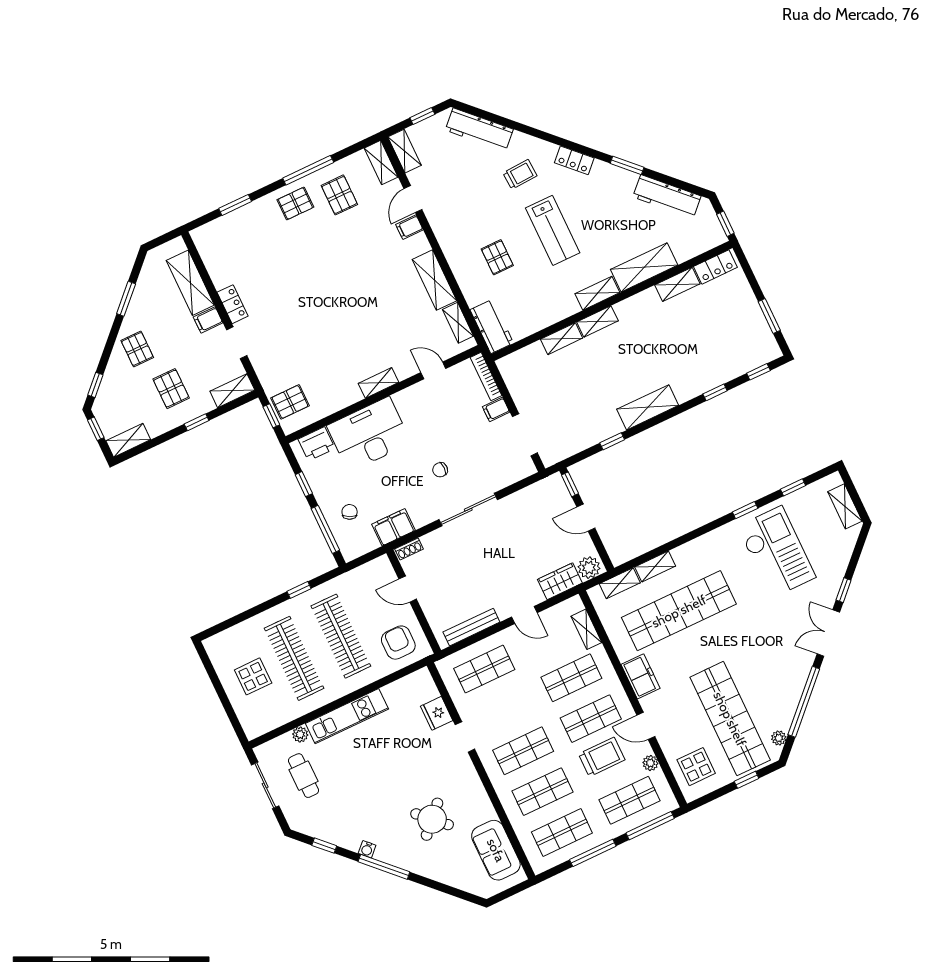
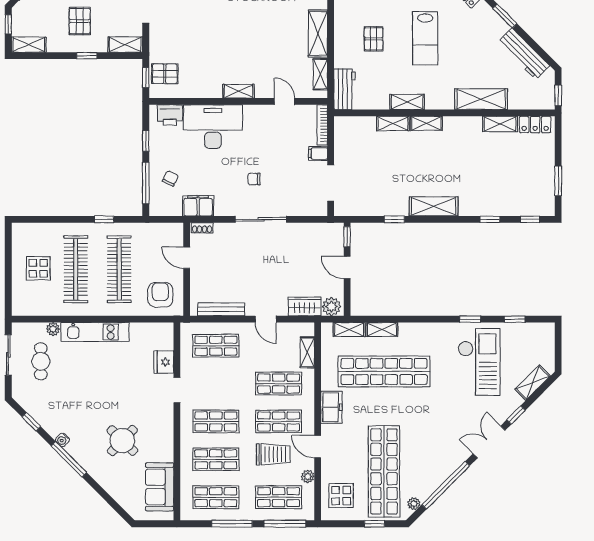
shelving: (597, 293) -> (407, 102), moved
shelving: (845, 506) -> (533, 383), moved, turned 45

